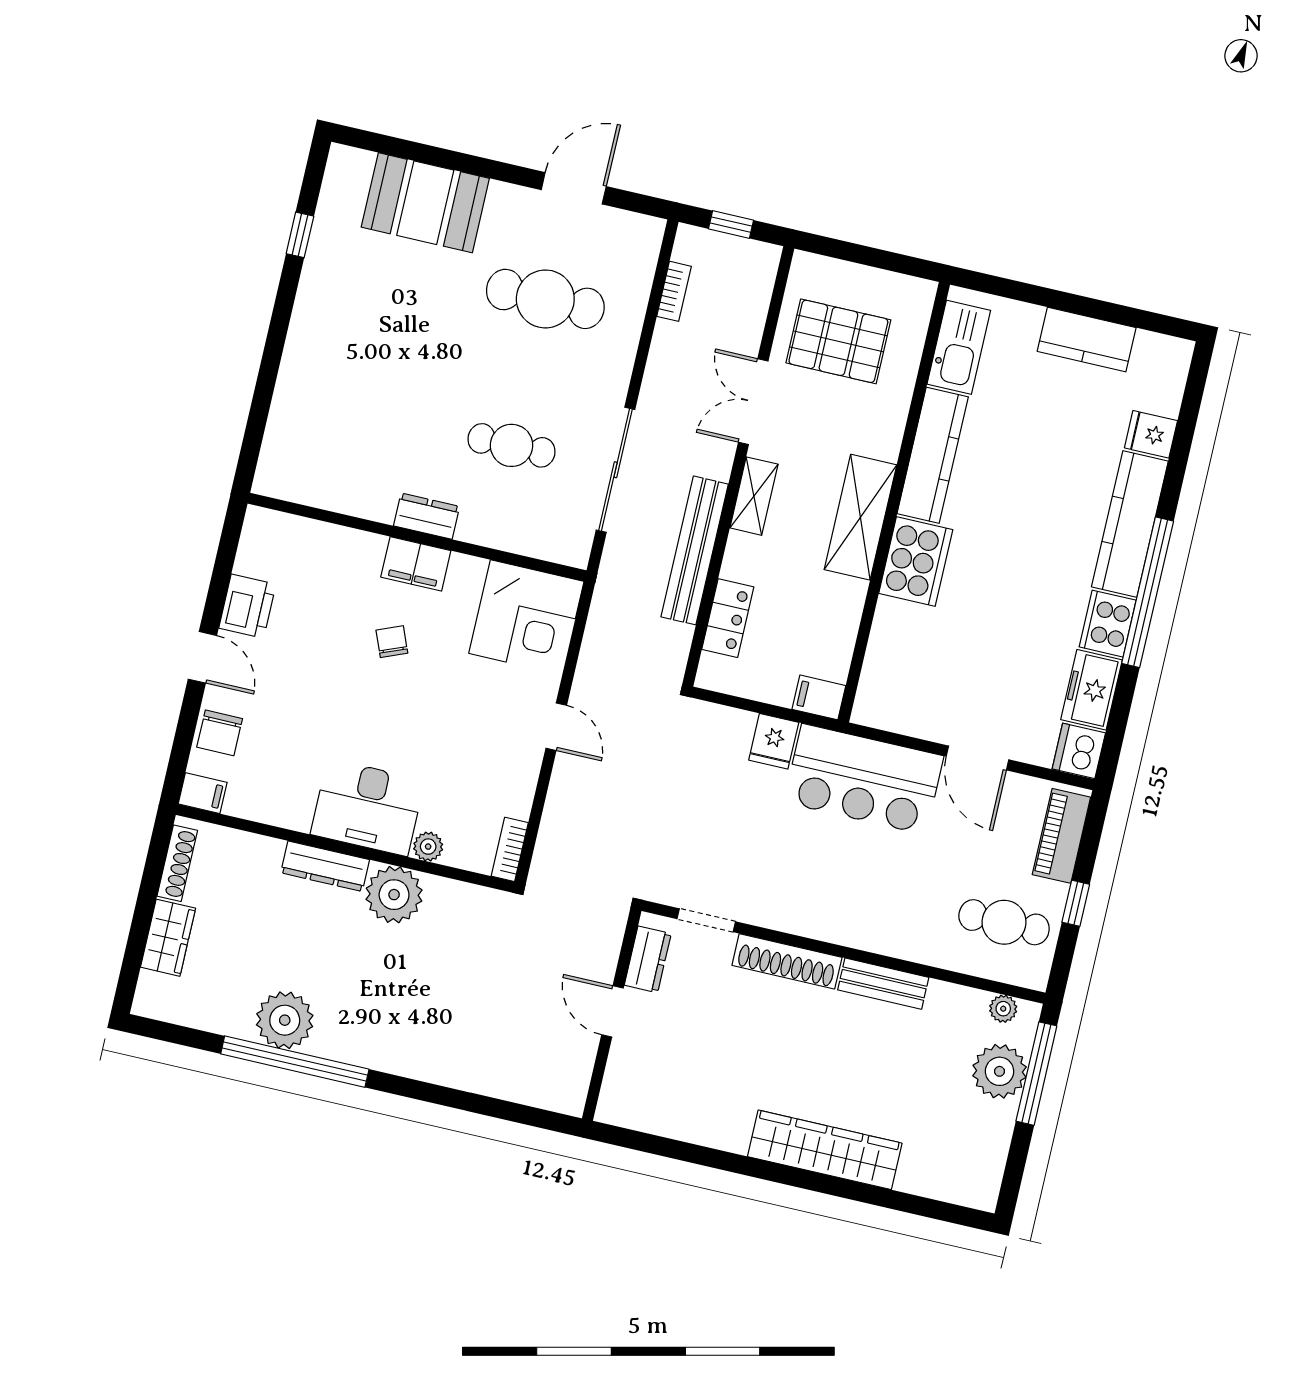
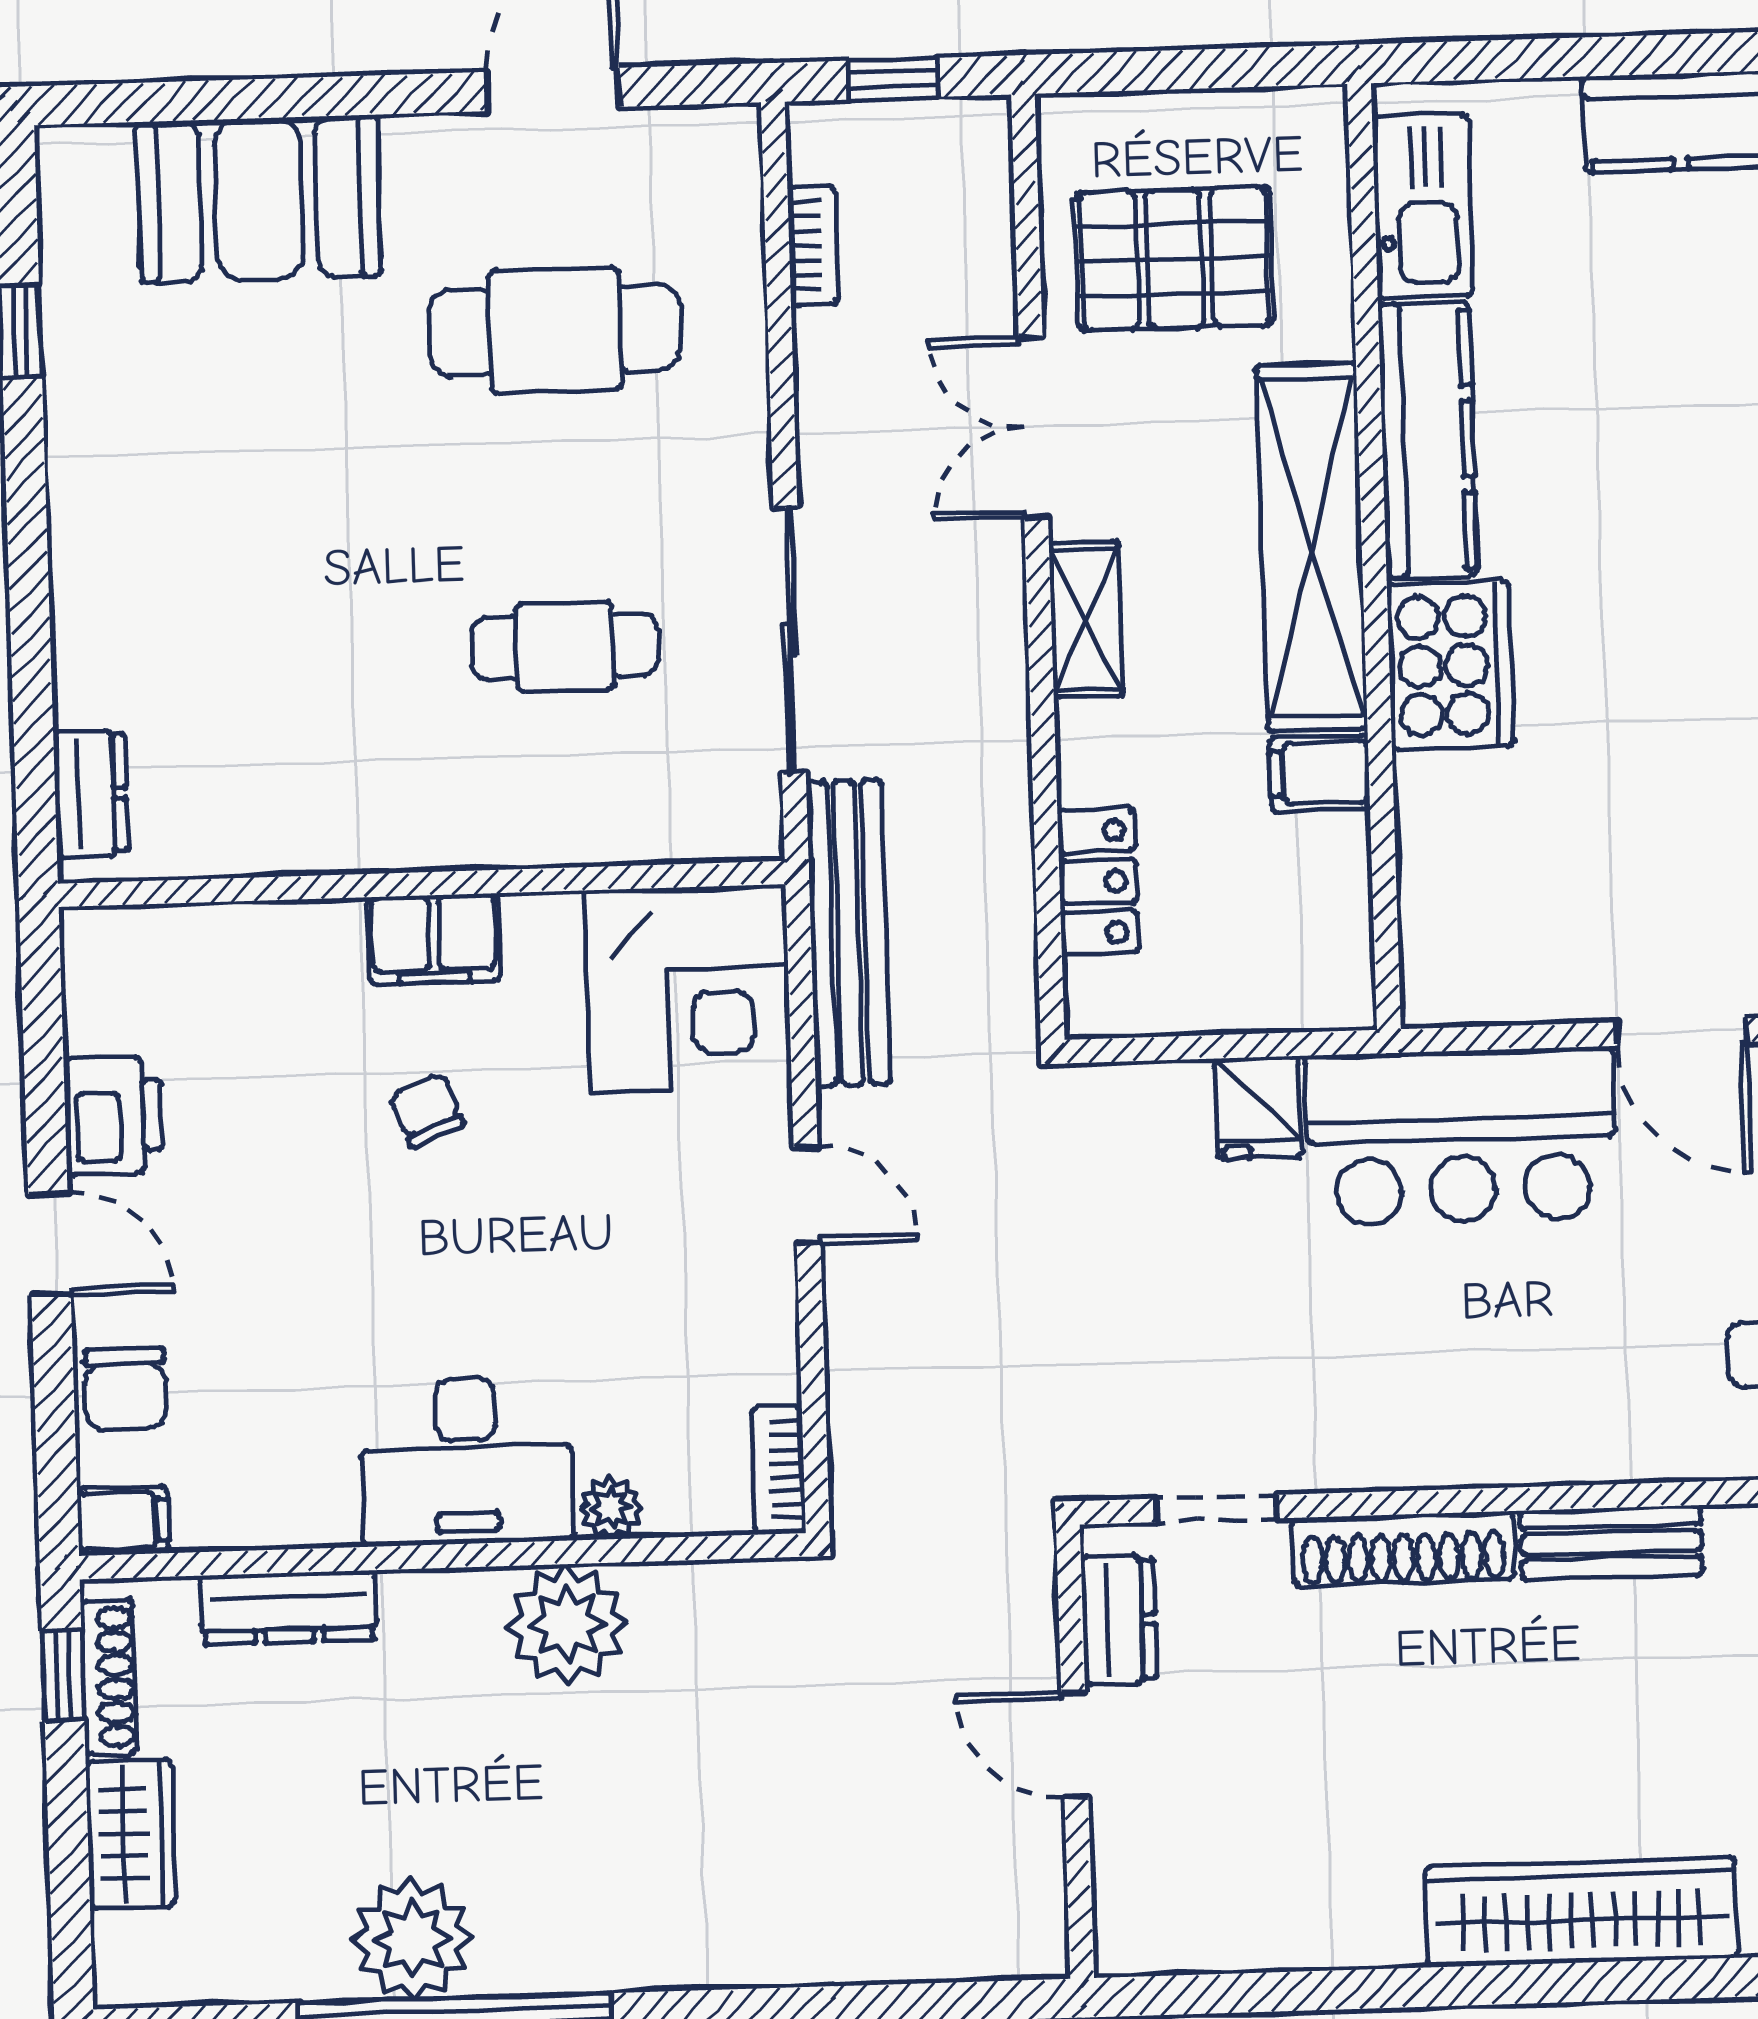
dresser: (427, 516) -> (91, 794), moved, turned 90
shelving: (860, 517) -> (1312, 547), width x1.47
bench: (695, 550) -> (848, 933), moved
filing cabinet: (819, 697) -> (1319, 773), moved
window: (156, 857) -> (63, 1675), added
dresser: (325, 866) -> (288, 1608), moved

